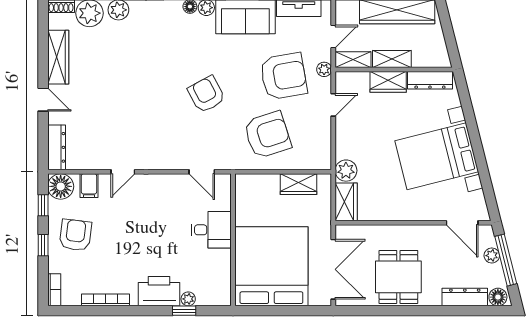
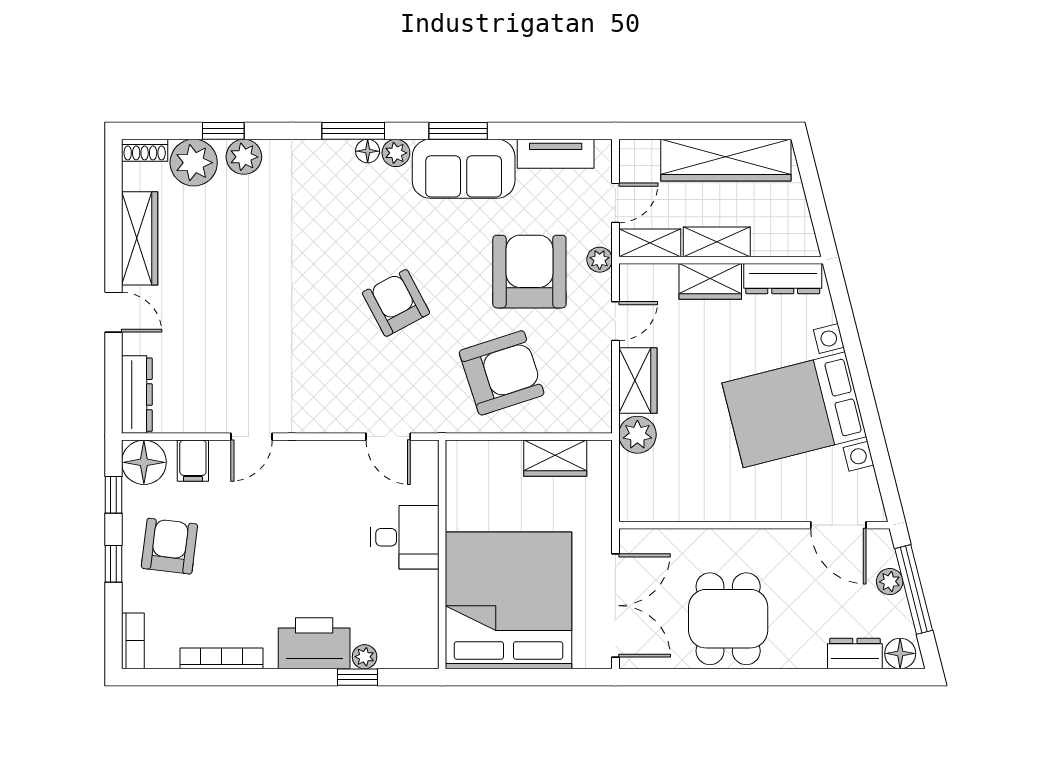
armchair: (284, 76) -> (529, 272), turned -80
wardrobe: (346, 202) -> (638, 381), moved
dresser: (465, 297) -> (855, 654), width x0.70

